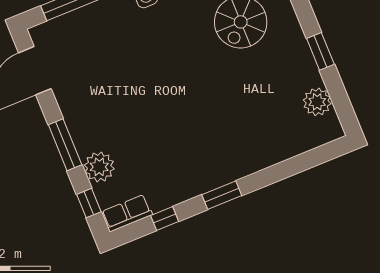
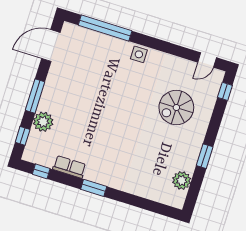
row of seats: (127, 213) -> (69, 167), moved
window: (165, 218) -> (41, 171), moved

